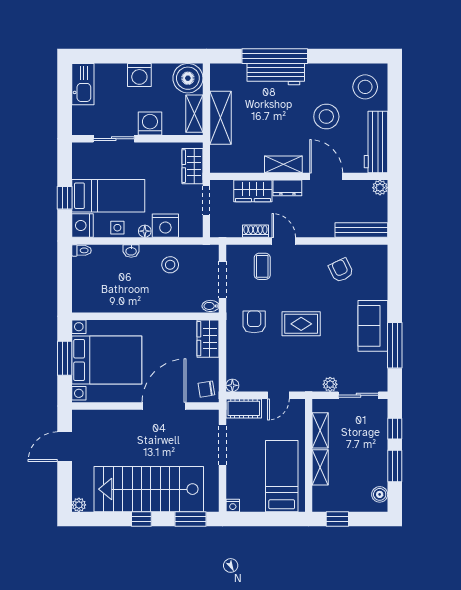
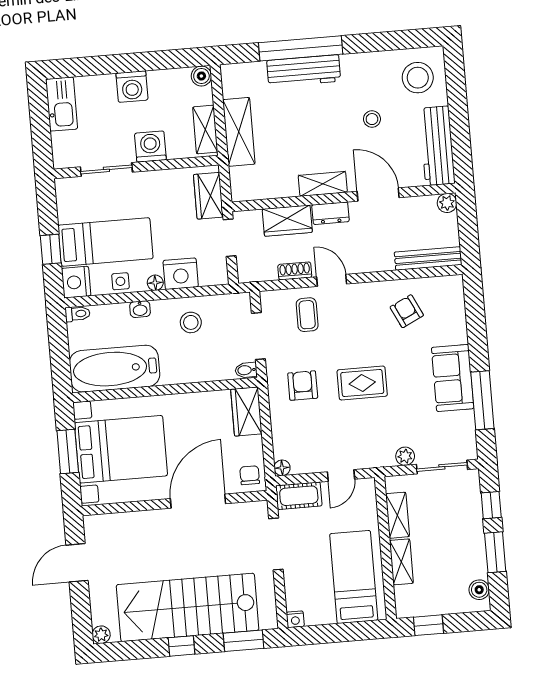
boiler: (188, 78) -> (201, 76), width x0.54, depth x0.54
stool: (326, 117) -> (372, 119), width x0.53, depth x0.53
bathtub: (107, 296) -> (115, 369), added
chair: (206, 389) -> (250, 475), turned 99

